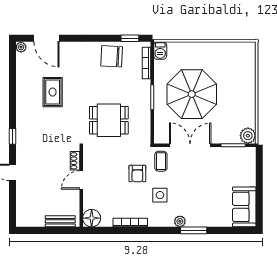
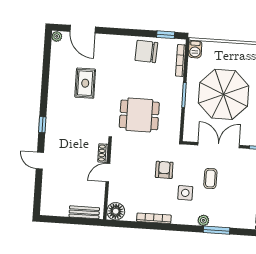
coffee table: (161, 161) -> (210, 178), moved
armchair: (137, 174) -> (164, 170), turned 180

